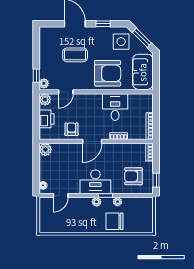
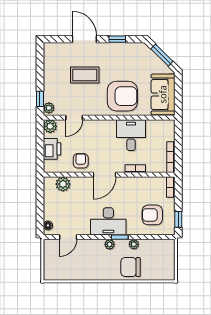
side table: (121, 42) -> (138, 60), removed
plant: (45, 149) -> (63, 184), moved

